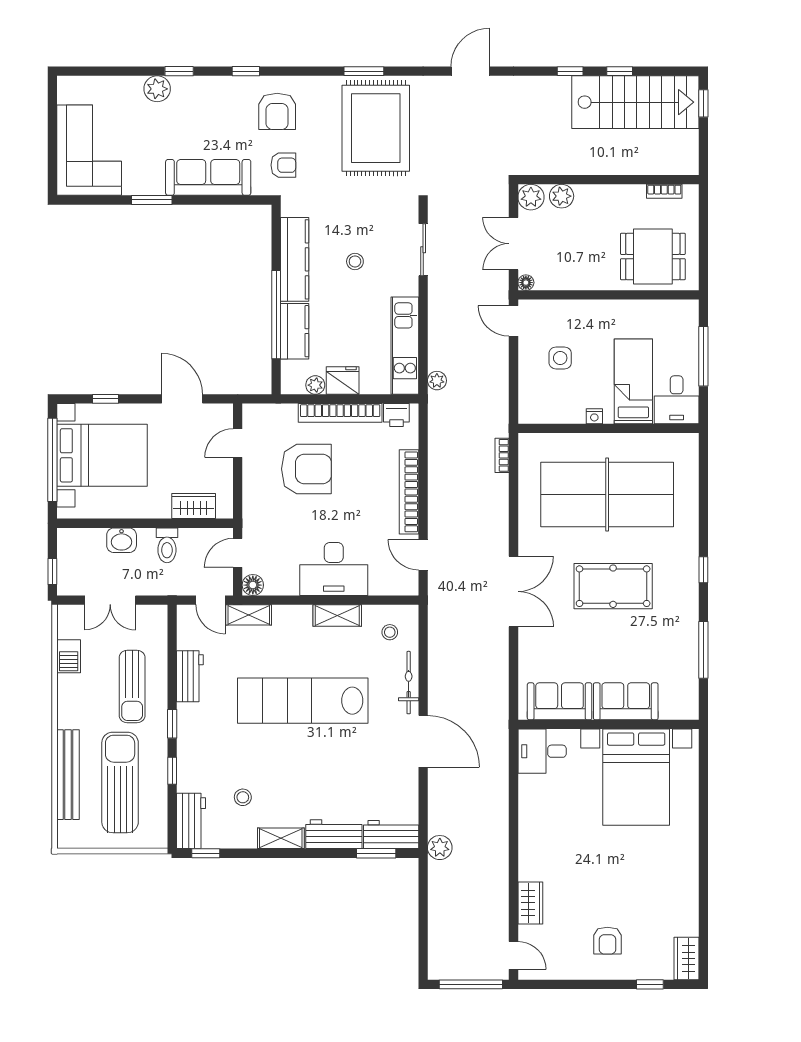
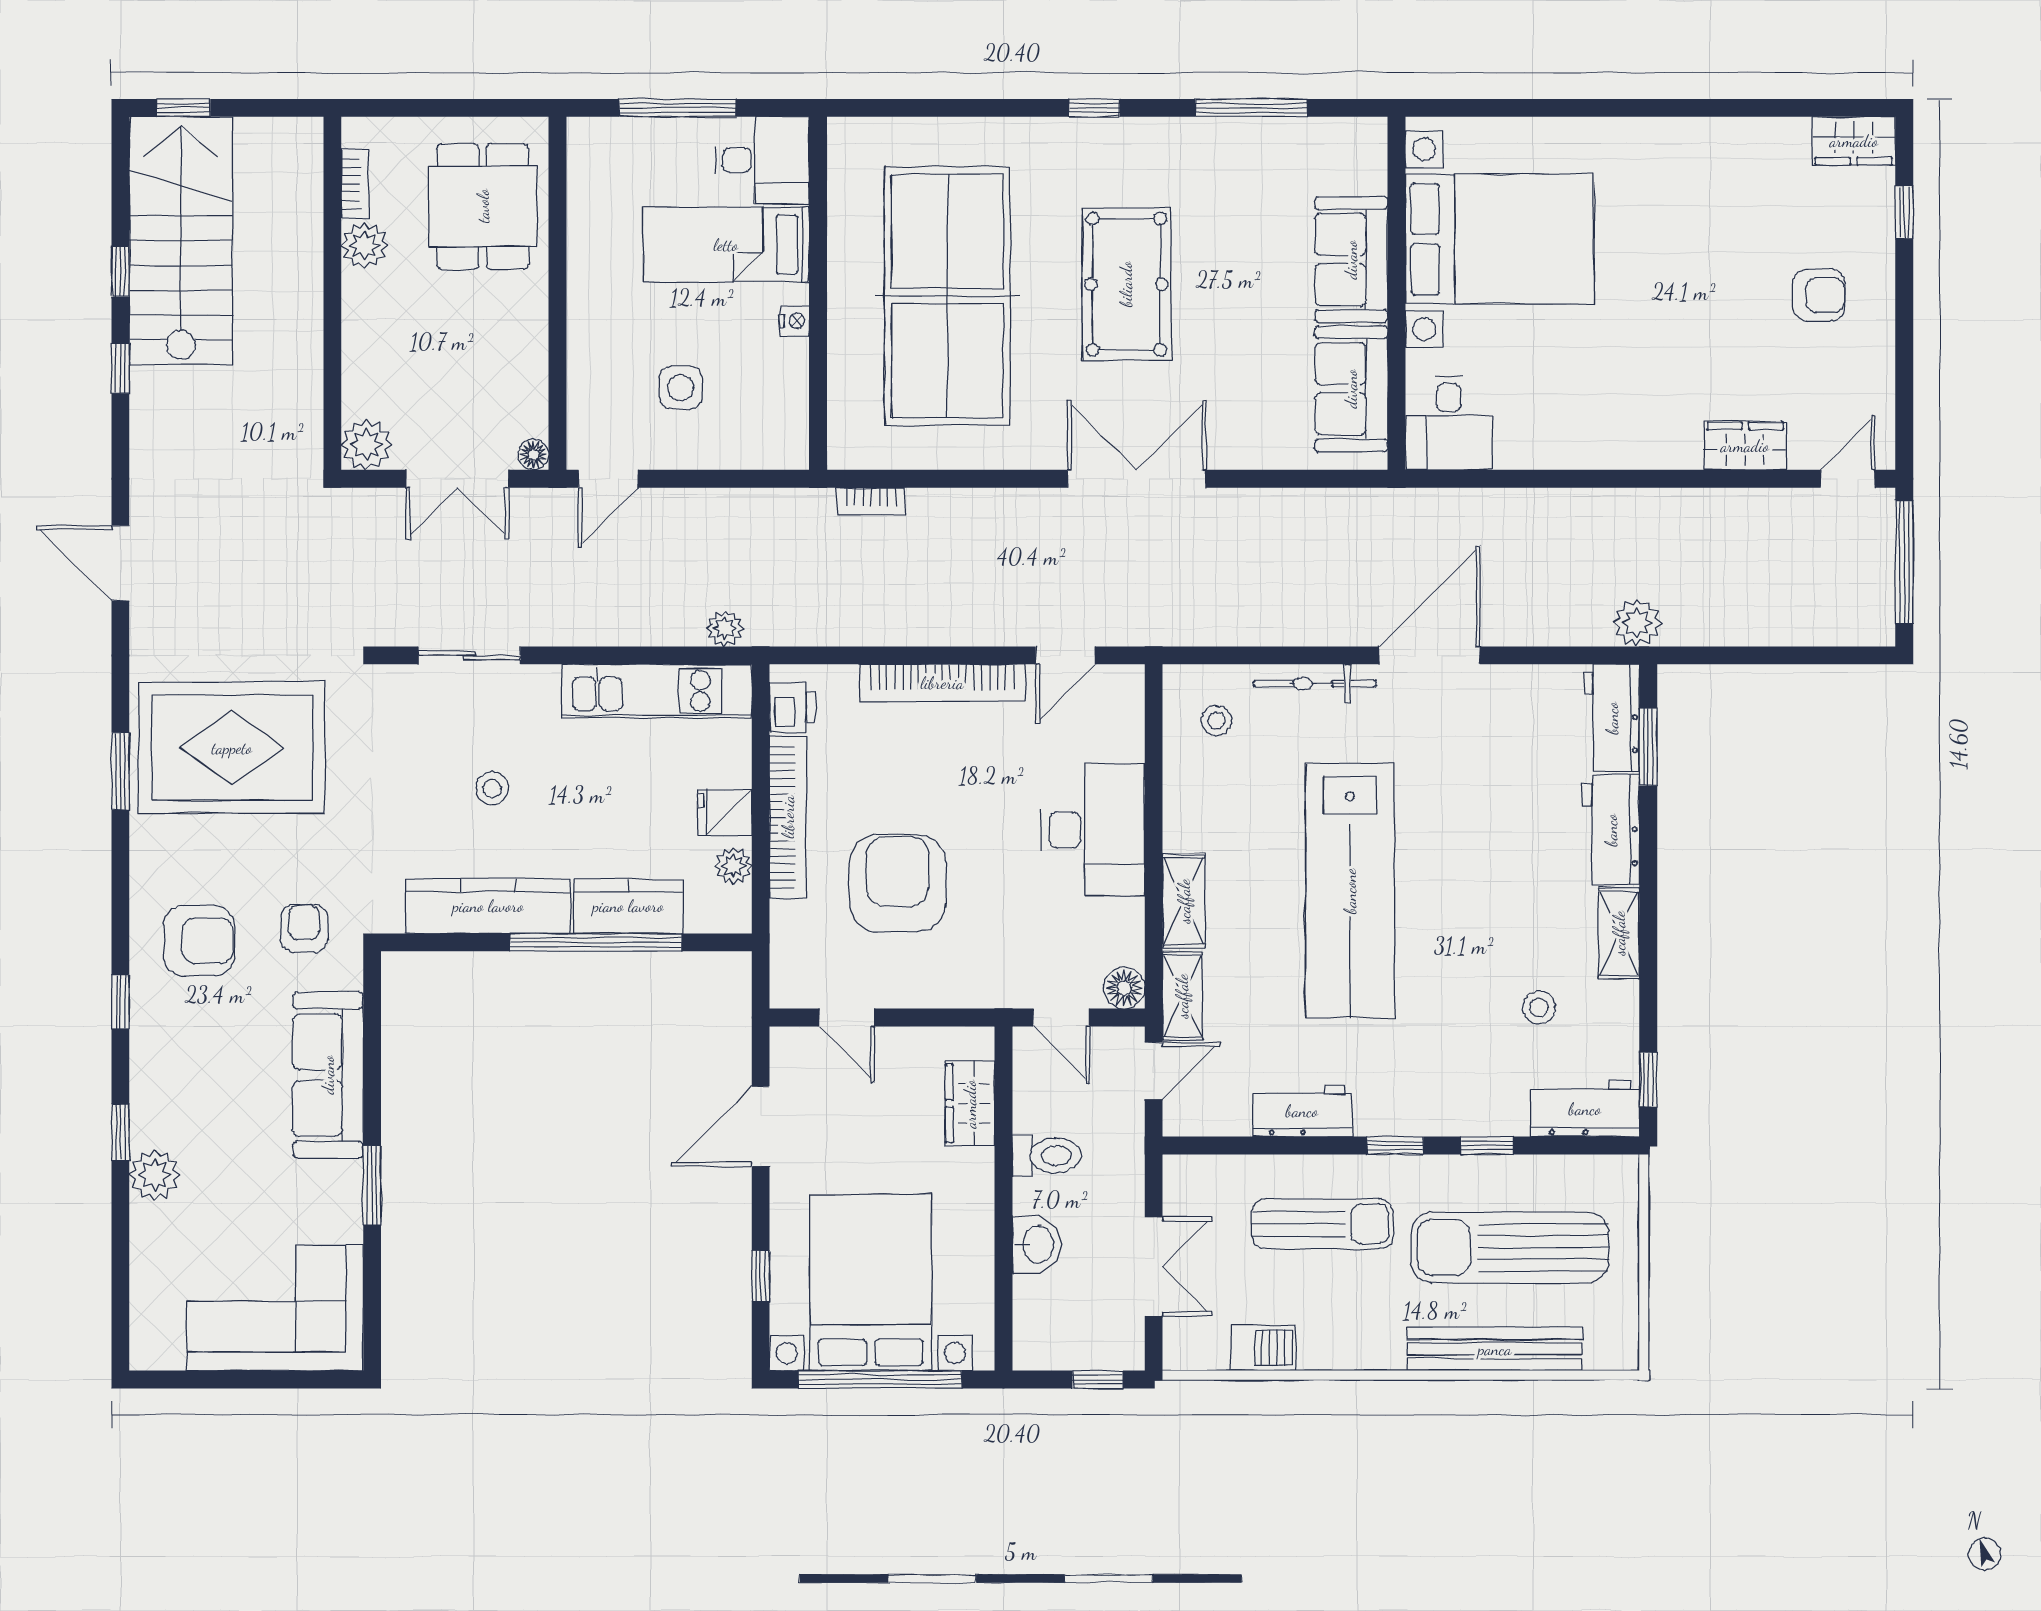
plant: (562, 196) -> (365, 246), moved
fridge: (343, 380) -> (725, 812), width x0.72
shelving: (337, 615) -> (1184, 901), moved

